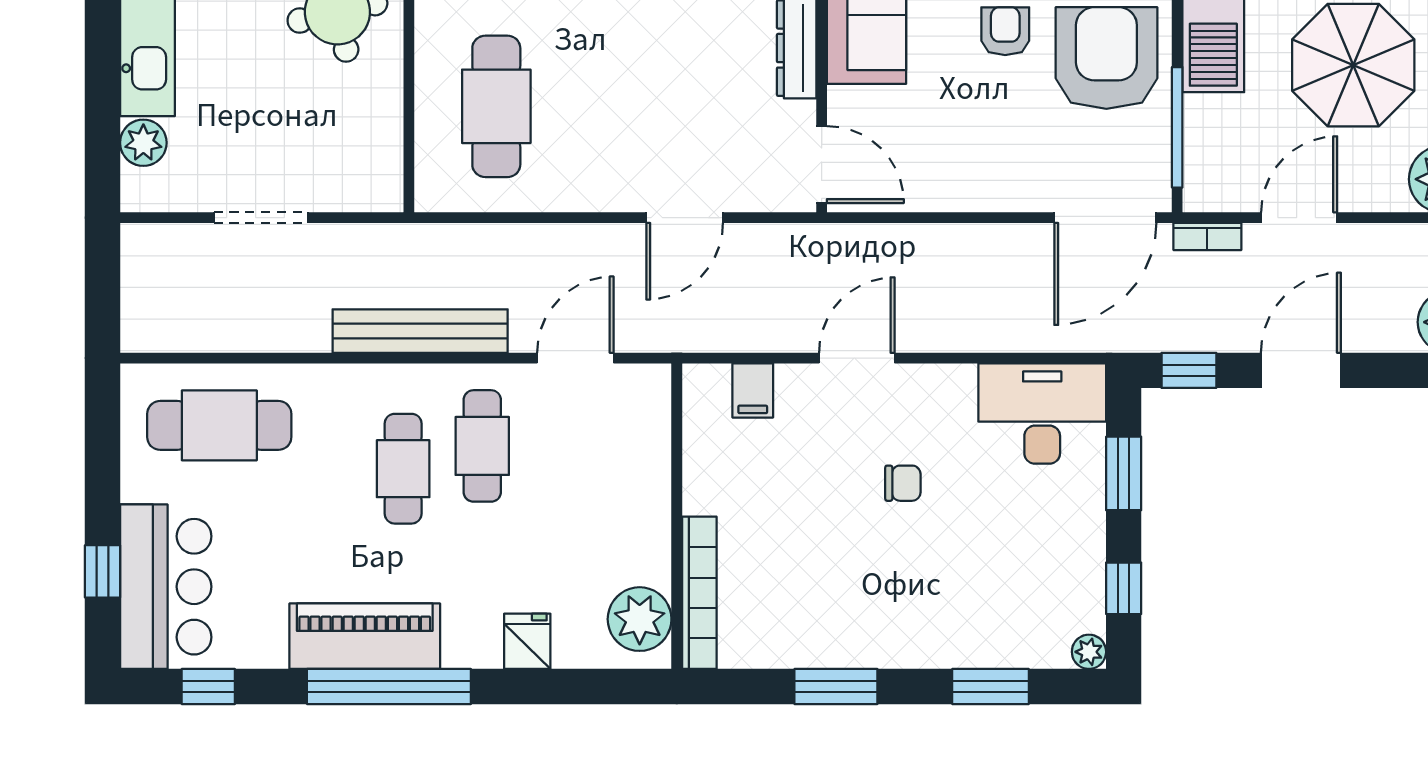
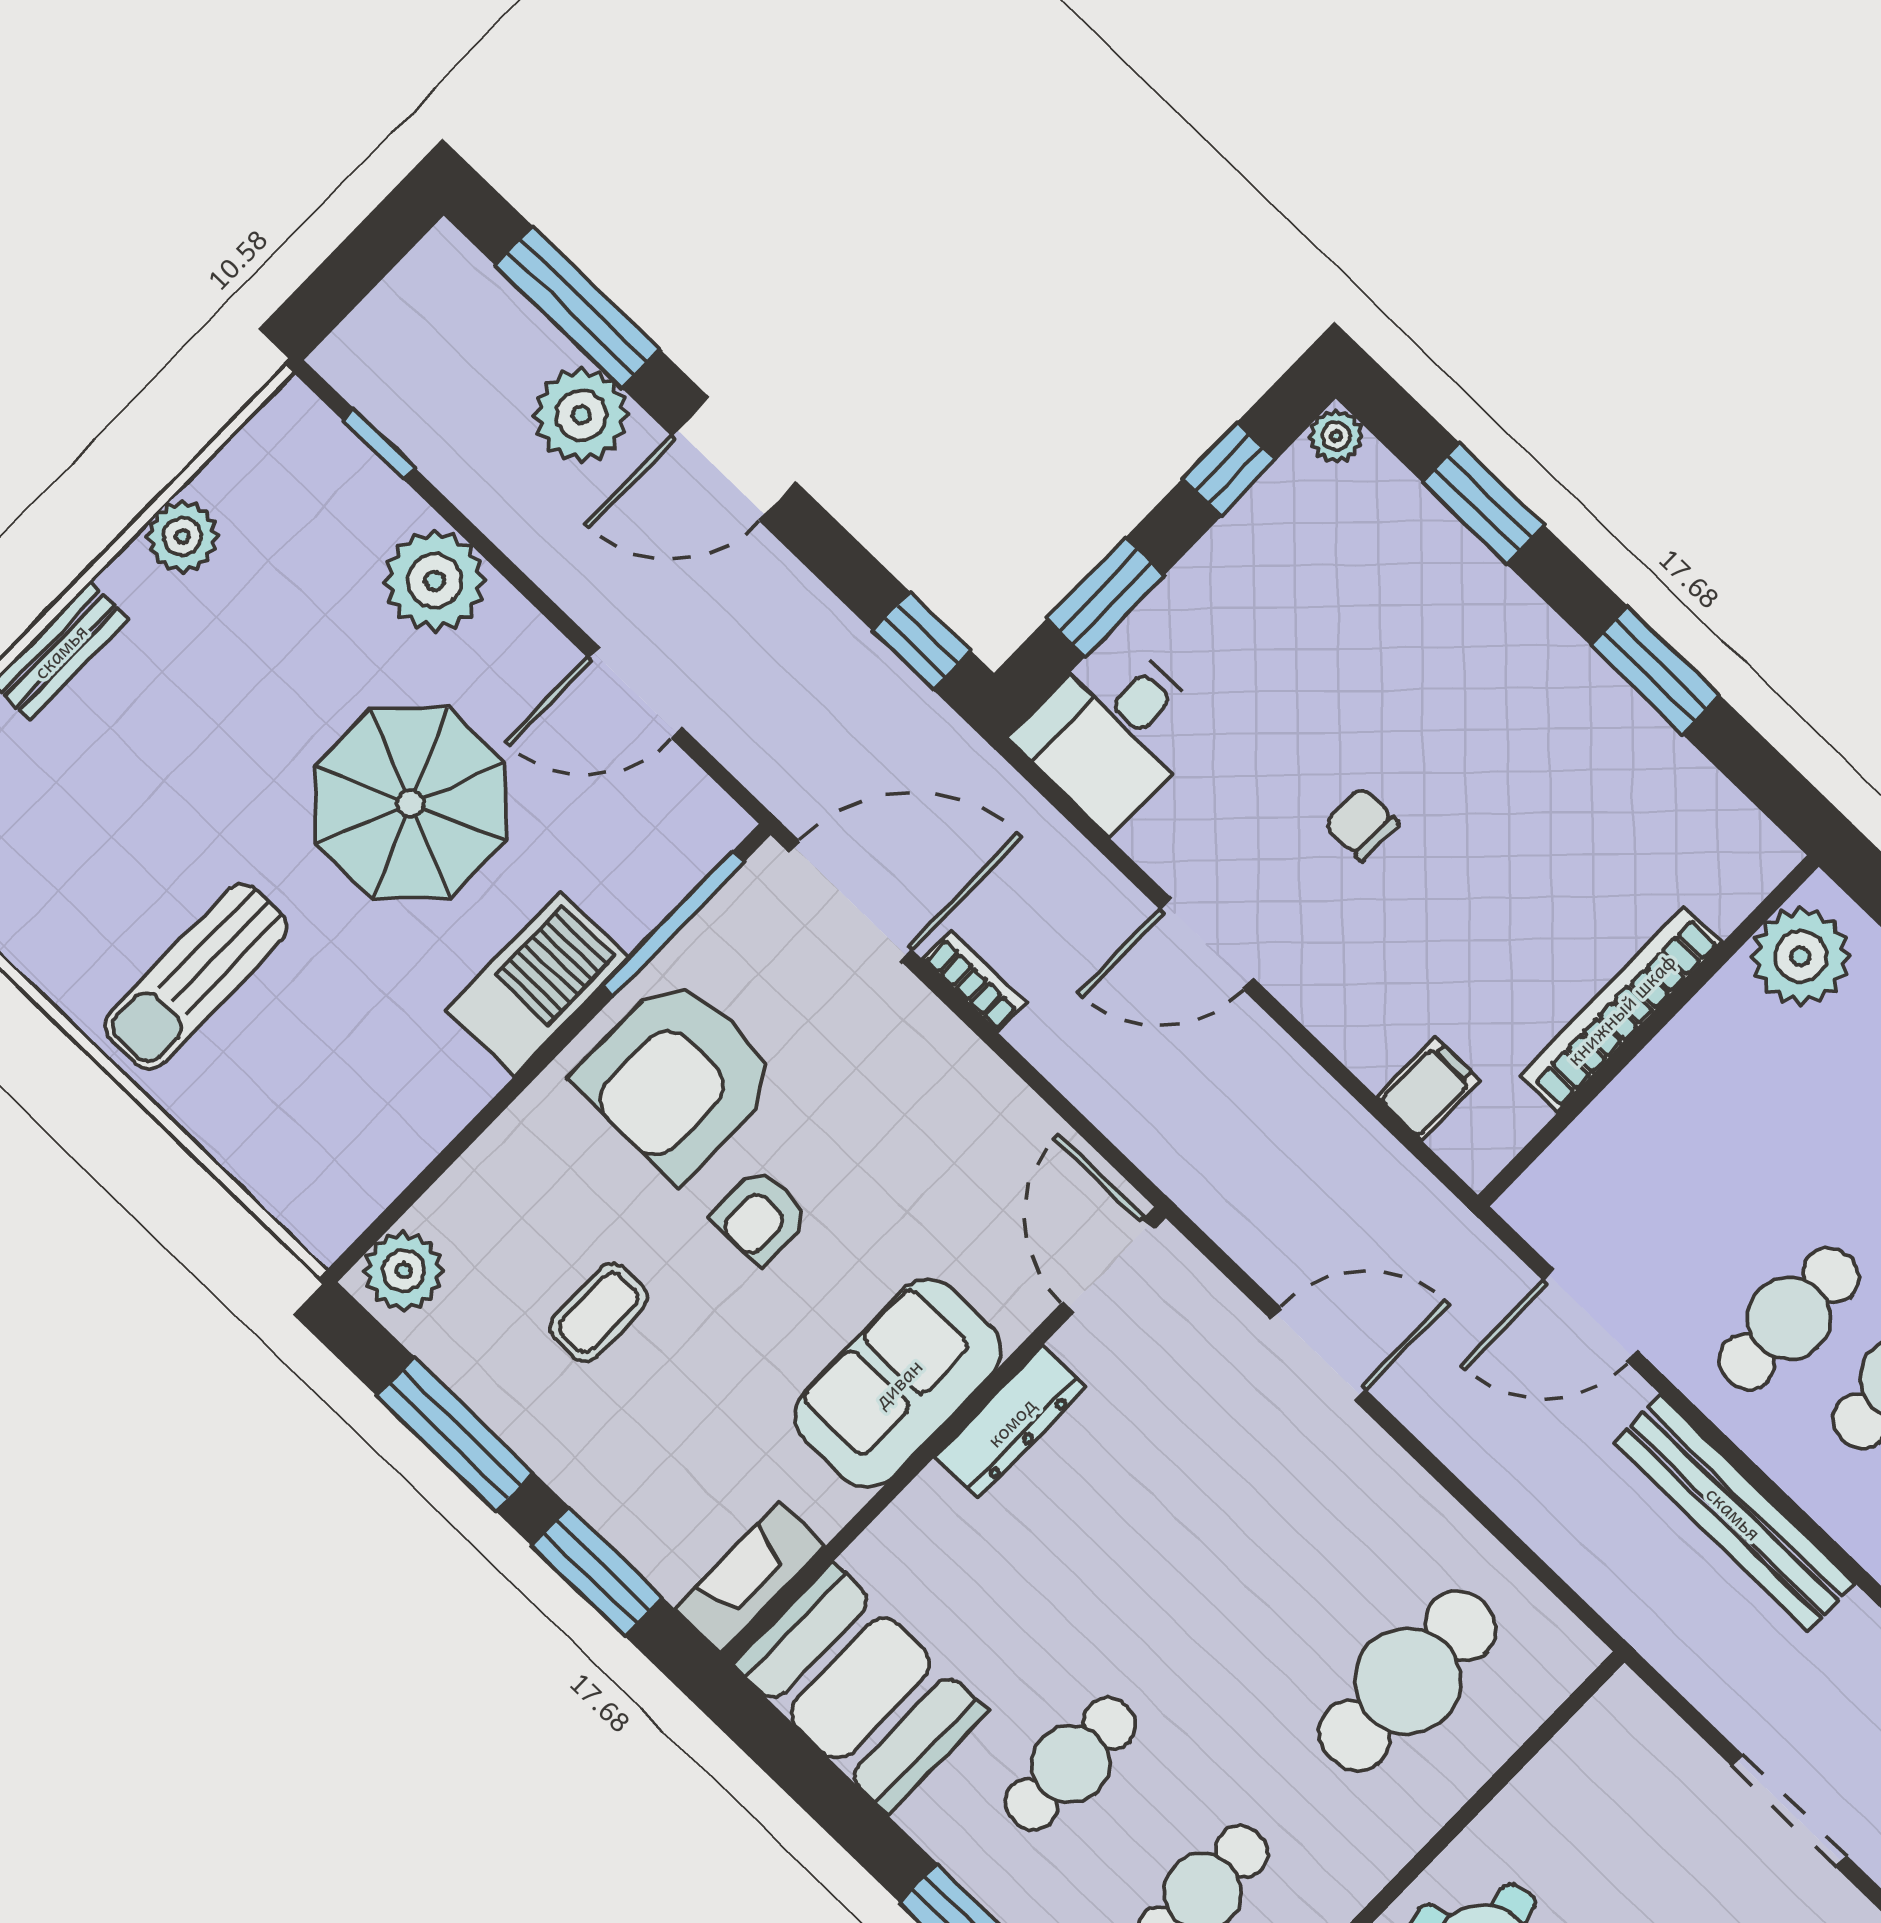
bookcase: (1207, 236) -> (975, 981), moved
door: (857, 358) -> (1207, 944), moved
door: (1301, 370) -> (734, 459), moved
desk: (1042, 414) -> (1112, 732), width x0.73
bookcase: (699, 593) -> (1621, 1009), moved

